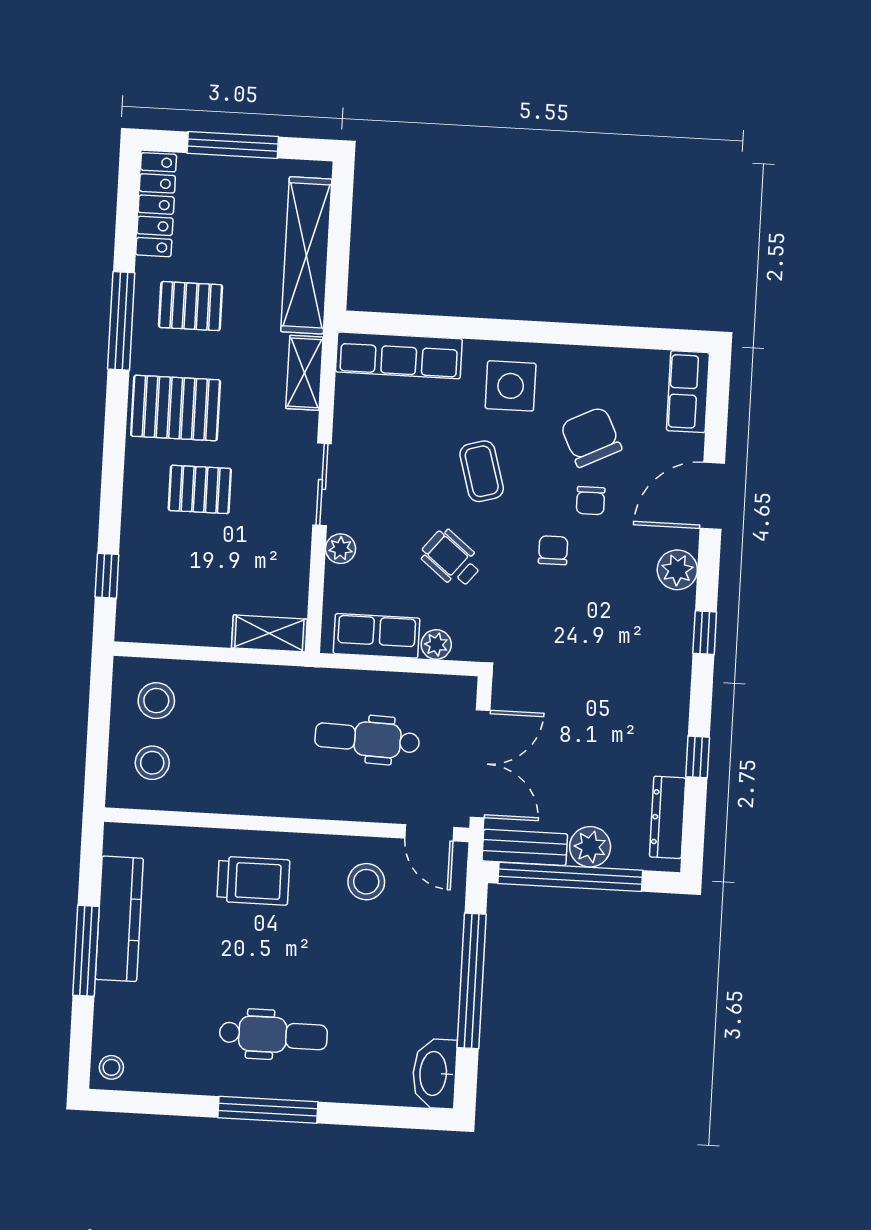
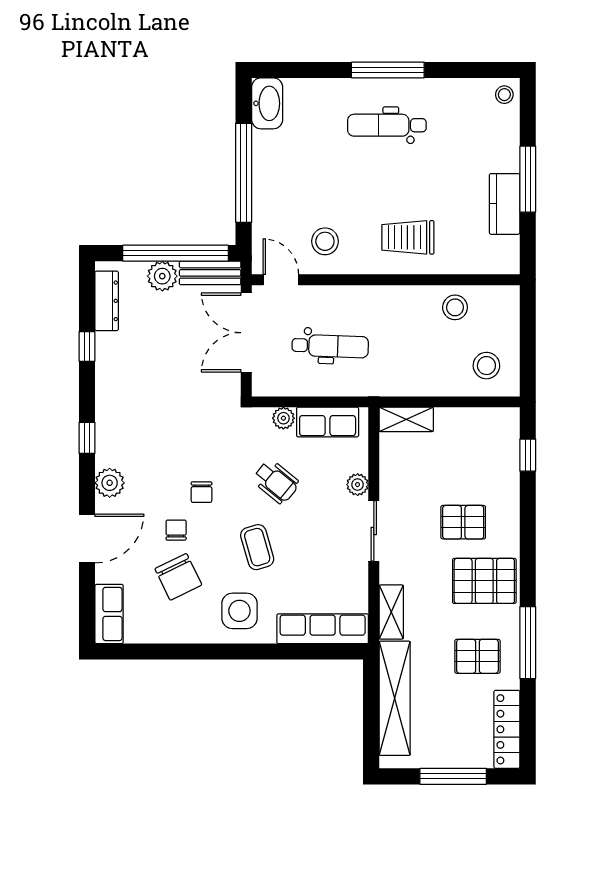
stool: (152, 763) -> (455, 307), moved
kitchen counter: (119, 919) -> (505, 204), width x0.67

